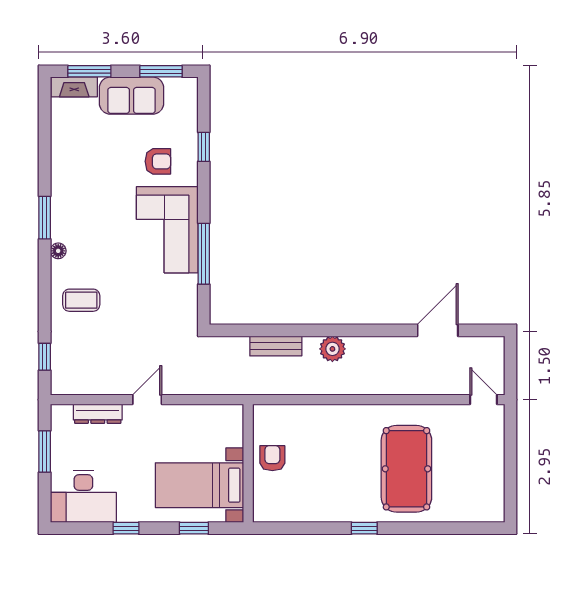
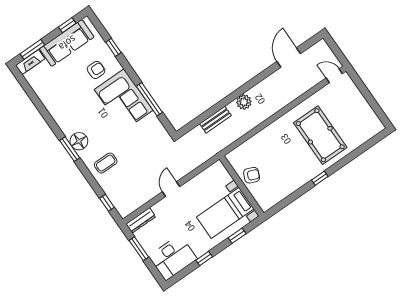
window: (161, 71) -> (67, 25), width x0.67
sofa: (131, 96) -> (67, 43), width x1.36
window: (45, 218) -> (70, 149), moved
floor lamp: (58, 251) -> (79, 141), width x1.89, depth x1.89
dresser: (98, 414) -> (141, 220), moved
armchair: (272, 458) -> (252, 175), turned 113

